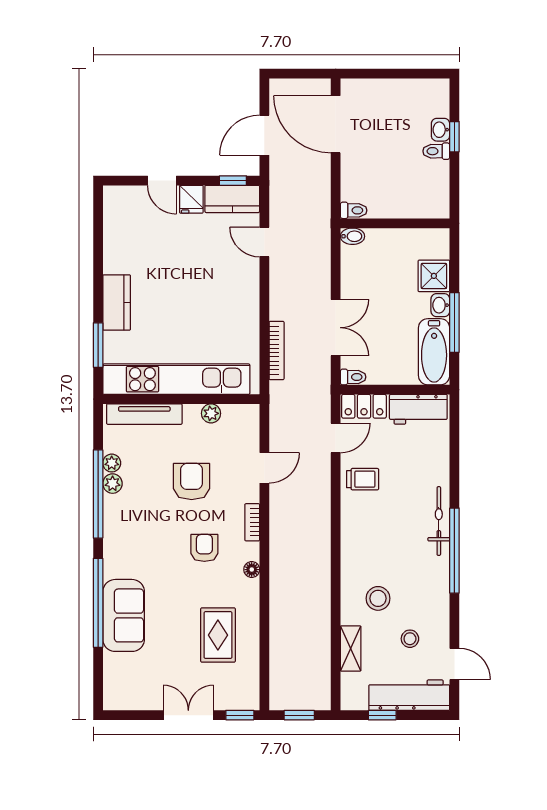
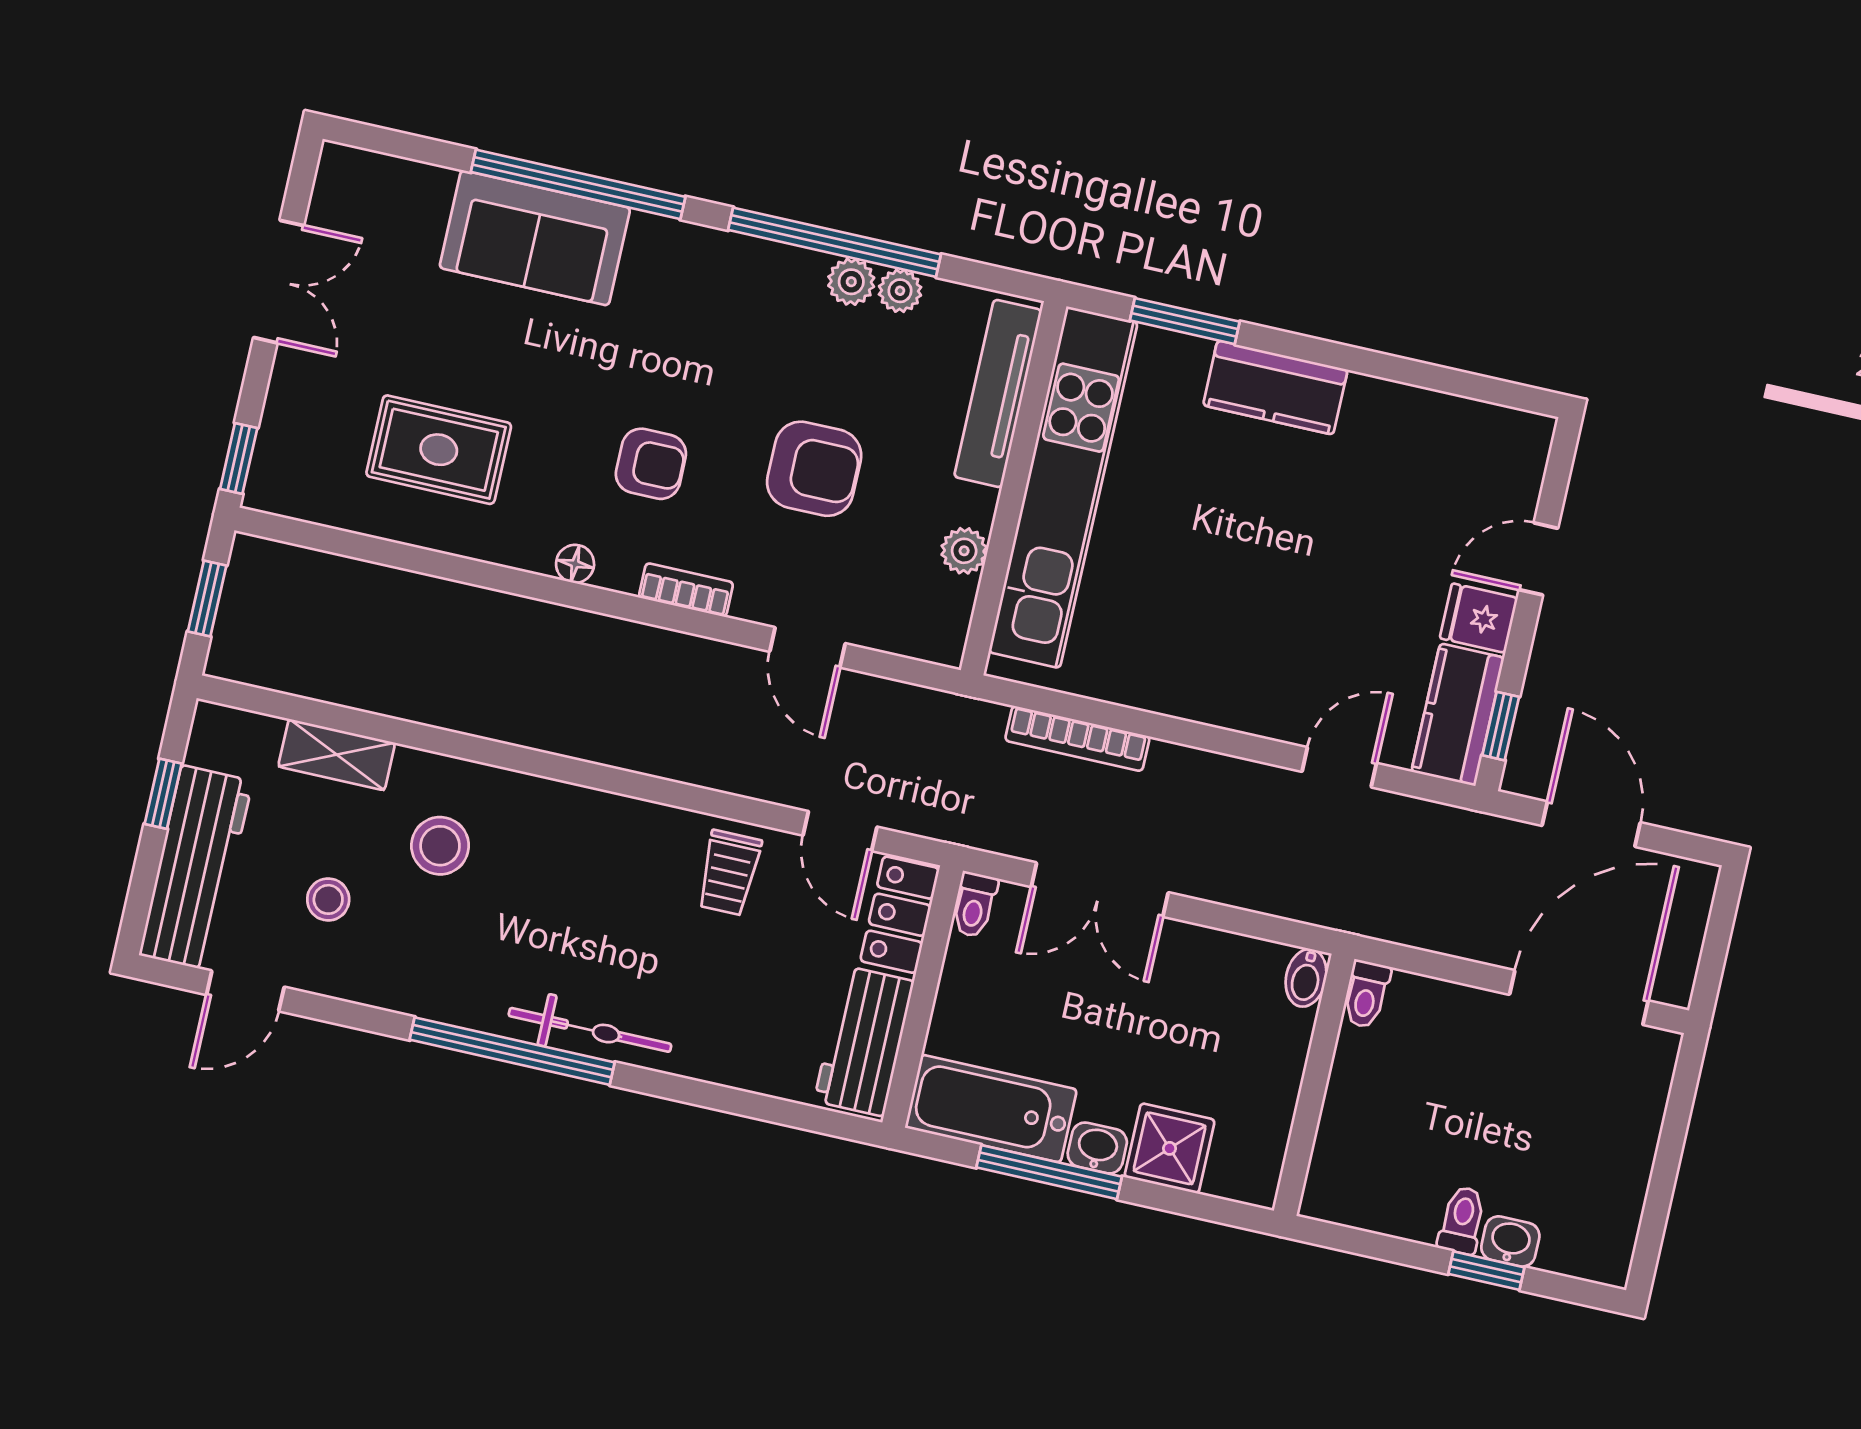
double door: (188, 715) -> (279, 282), moved

